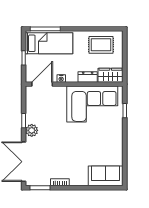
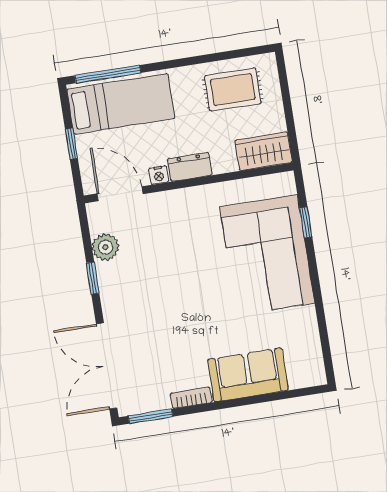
dresser: (88, 77) -> (190, 167), moved
door: (42, 84) -> (120, 194), hinge flipped
corner sofa: (92, 104) -> (267, 255), moved, turned 90
plant: (32, 130) -> (106, 247), moved
sofa: (106, 176) -> (248, 375), moved

